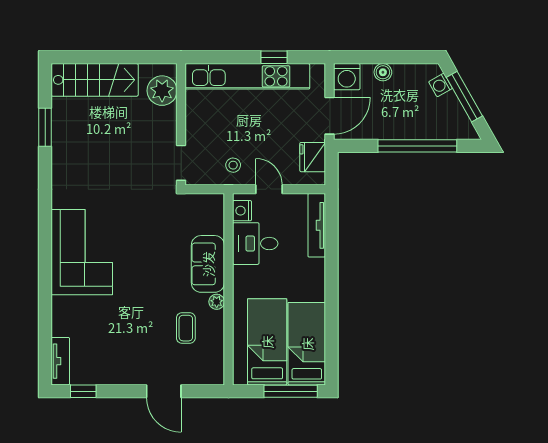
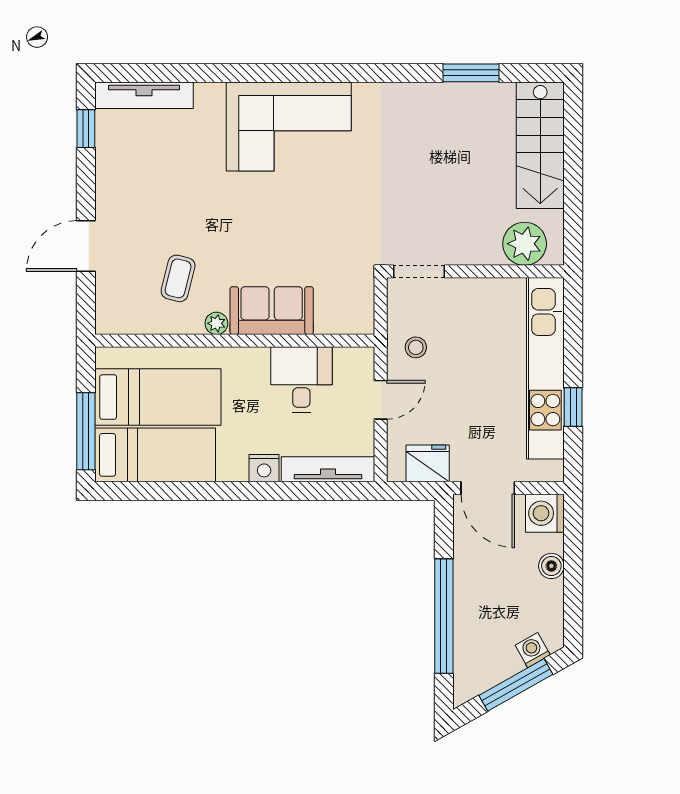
nightstand: (242, 211) -> (264, 468), moved, turned 180
coffee table: (186, 328) -> (178, 278), turned -76
tv unit: (60, 361) -> (144, 95), width x1.41

